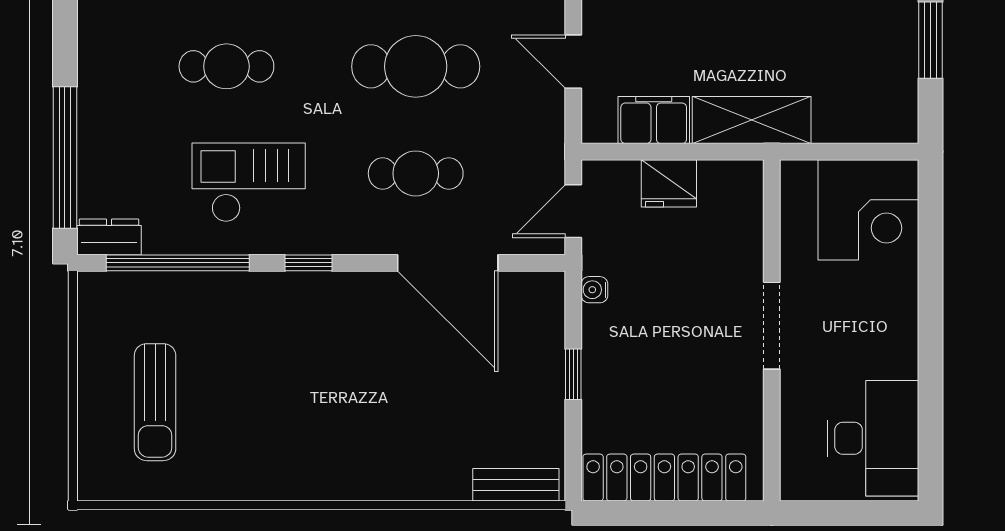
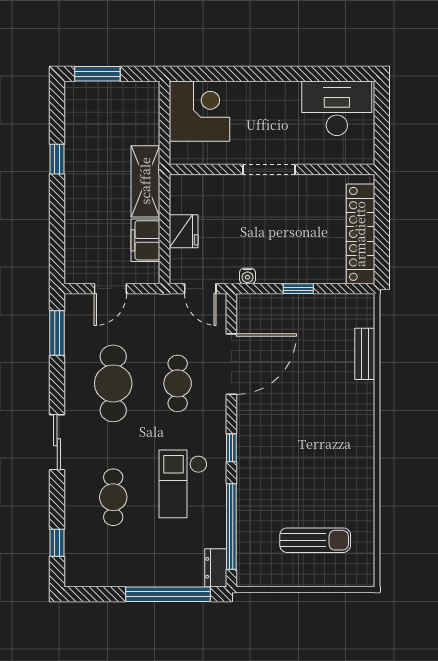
bench: (516, 485) -> (365, 354), moved

